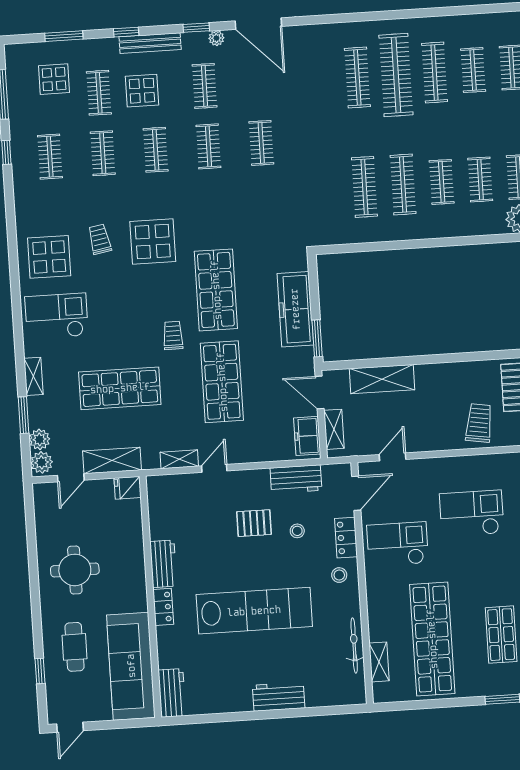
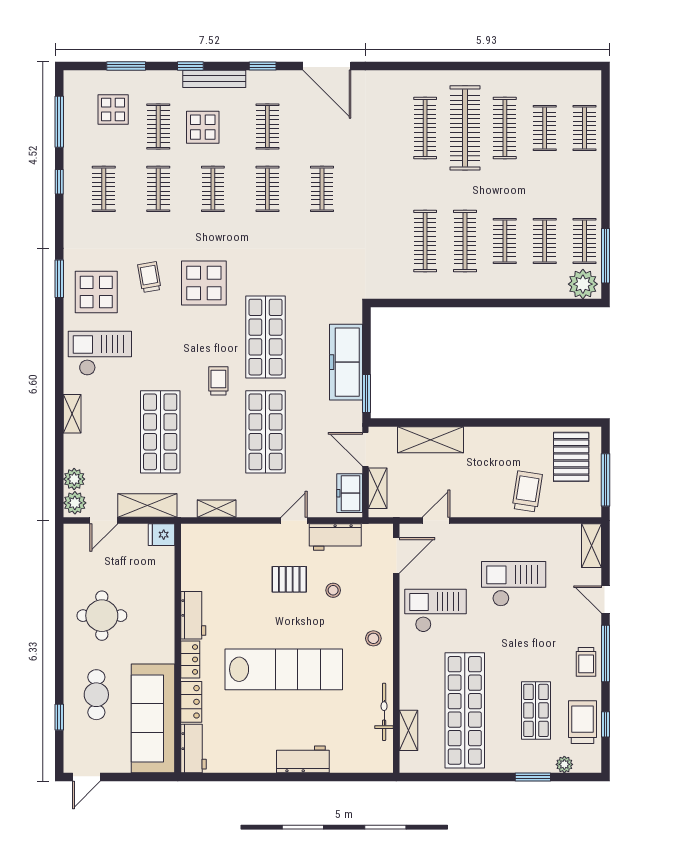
plant: (216, 38) -> (283, 78), removed
shop shelf: (120, 388) -> (160, 432), turned 90
window: (23, 415) -> (59, 279), moved
door: (214, 468) -> (294, 520), moved
locker: (346, 538) -> (191, 702), moved, turned 180

